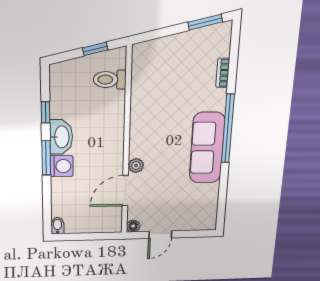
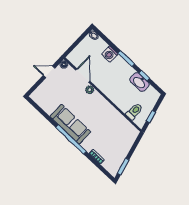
washbasin: (61, 137) -> (140, 82), moved
washing machine: (62, 166) -> (110, 54), moved
door: (160, 235) -> (49, 72), hinge flipped

